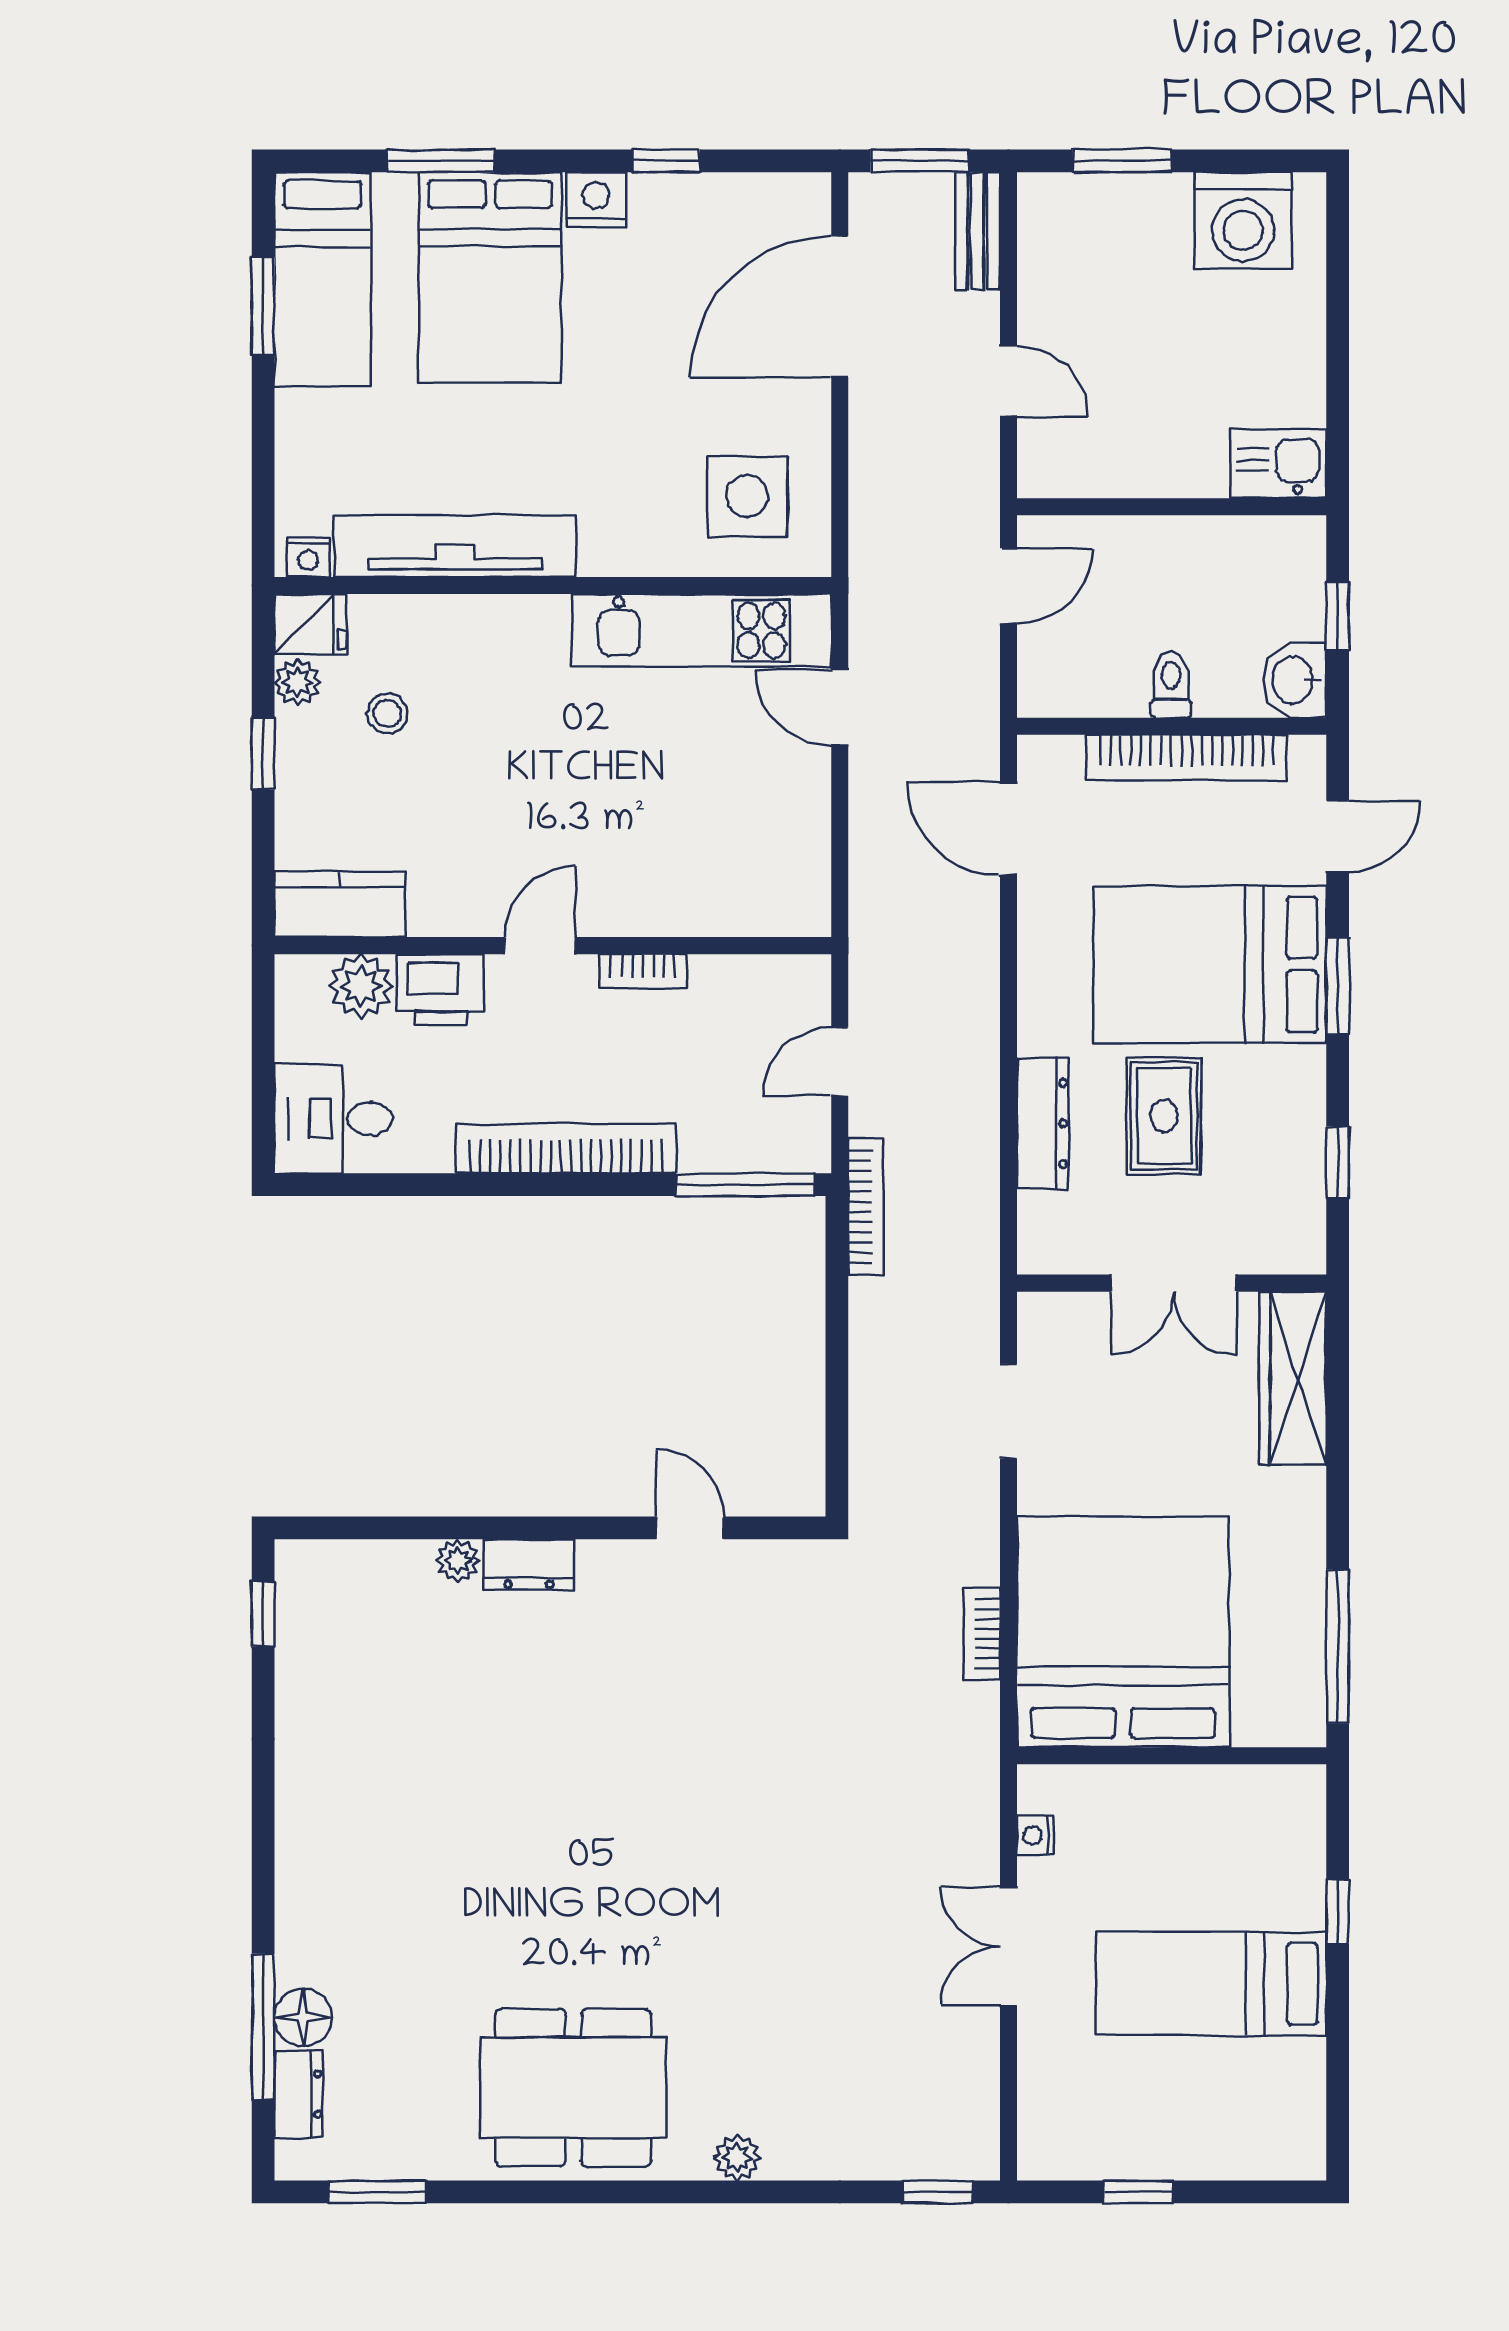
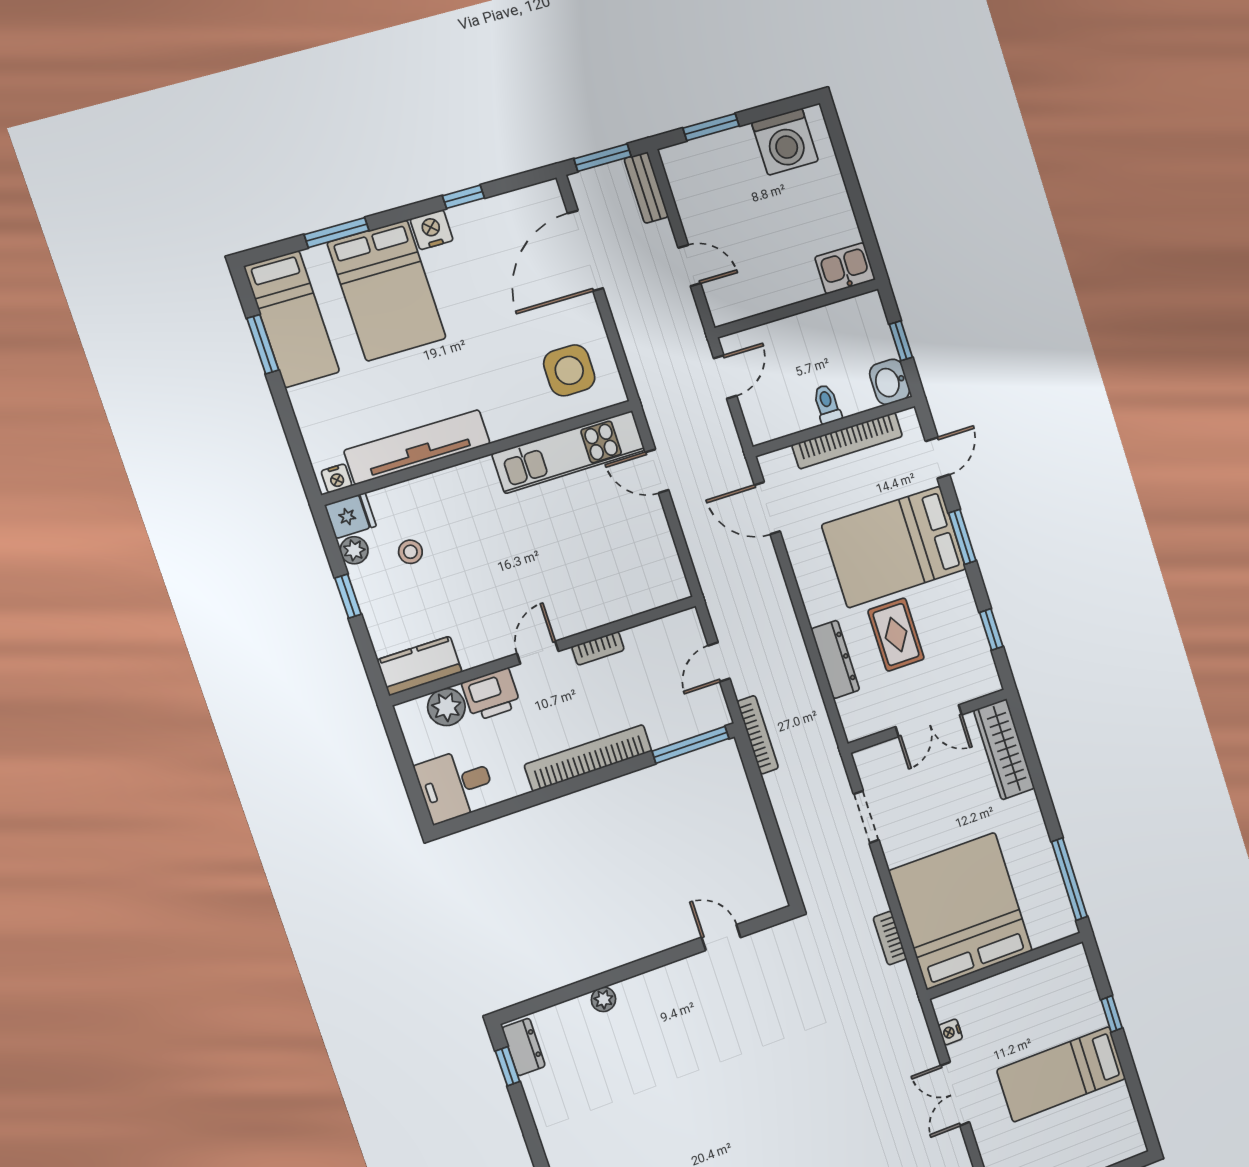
dresser: (529, 1565) -> (524, 1047), moved, turned -90

